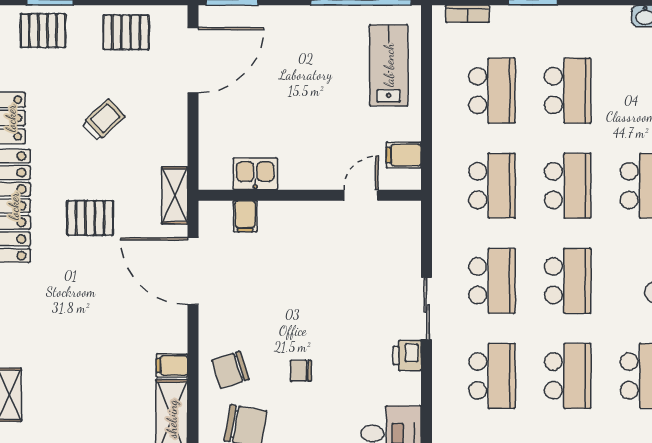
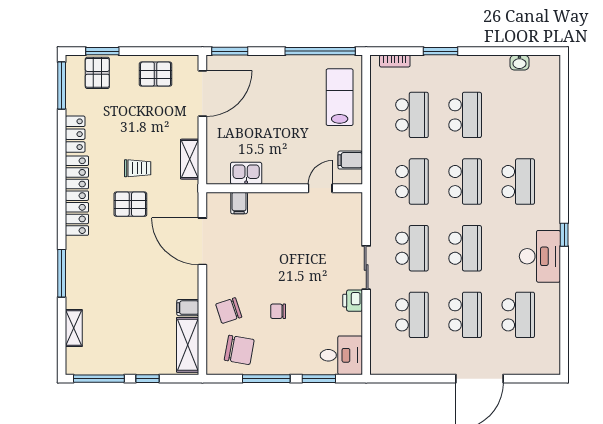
pallet: (43, 31) -> (97, 73), turned 90
trolley: (103, 120) -> (138, 168), moved, turned 43
shelving: (175, 195) -> (190, 159), moved

